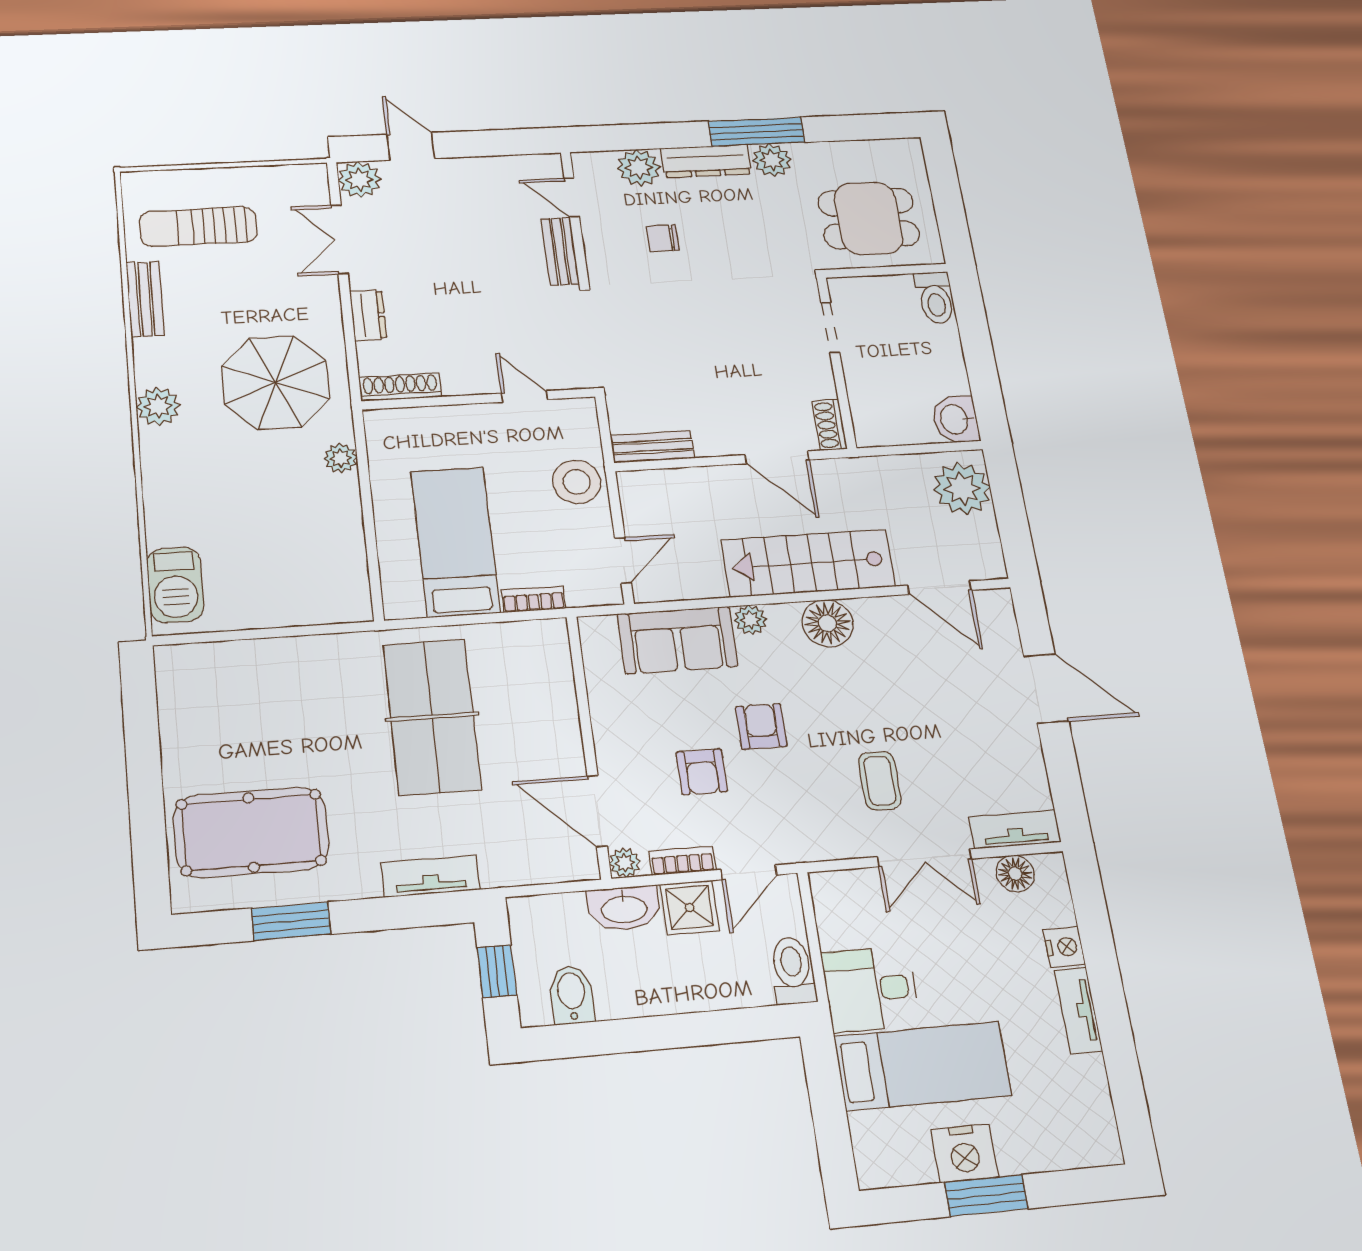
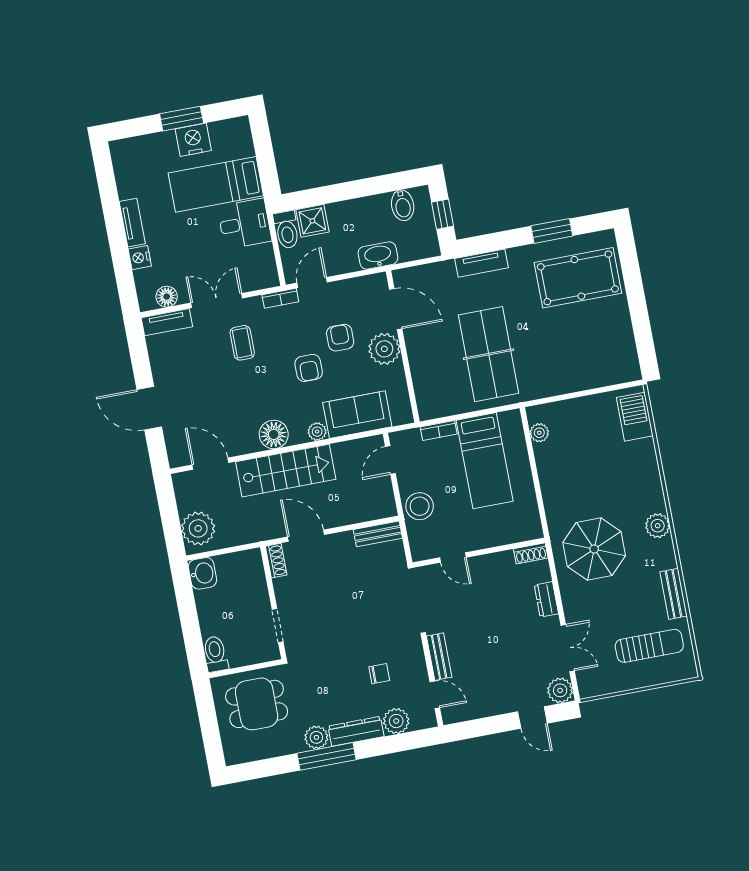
shoe rack: (400, 387) -> (531, 553), width x0.70
plant: (341, 458) -> (539, 433), moved
bookcase: (682, 861) -> (280, 298), moved
plant: (625, 863) -> (384, 349), moved, width x1.88, depth x1.88
shower: (690, 907) -> (312, 221), moved

